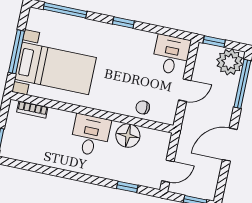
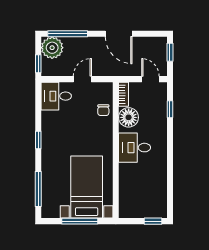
door: (185, 90) -> (82, 79), hinge flipped
bookcase: (32, 109) -> (124, 94), moved

